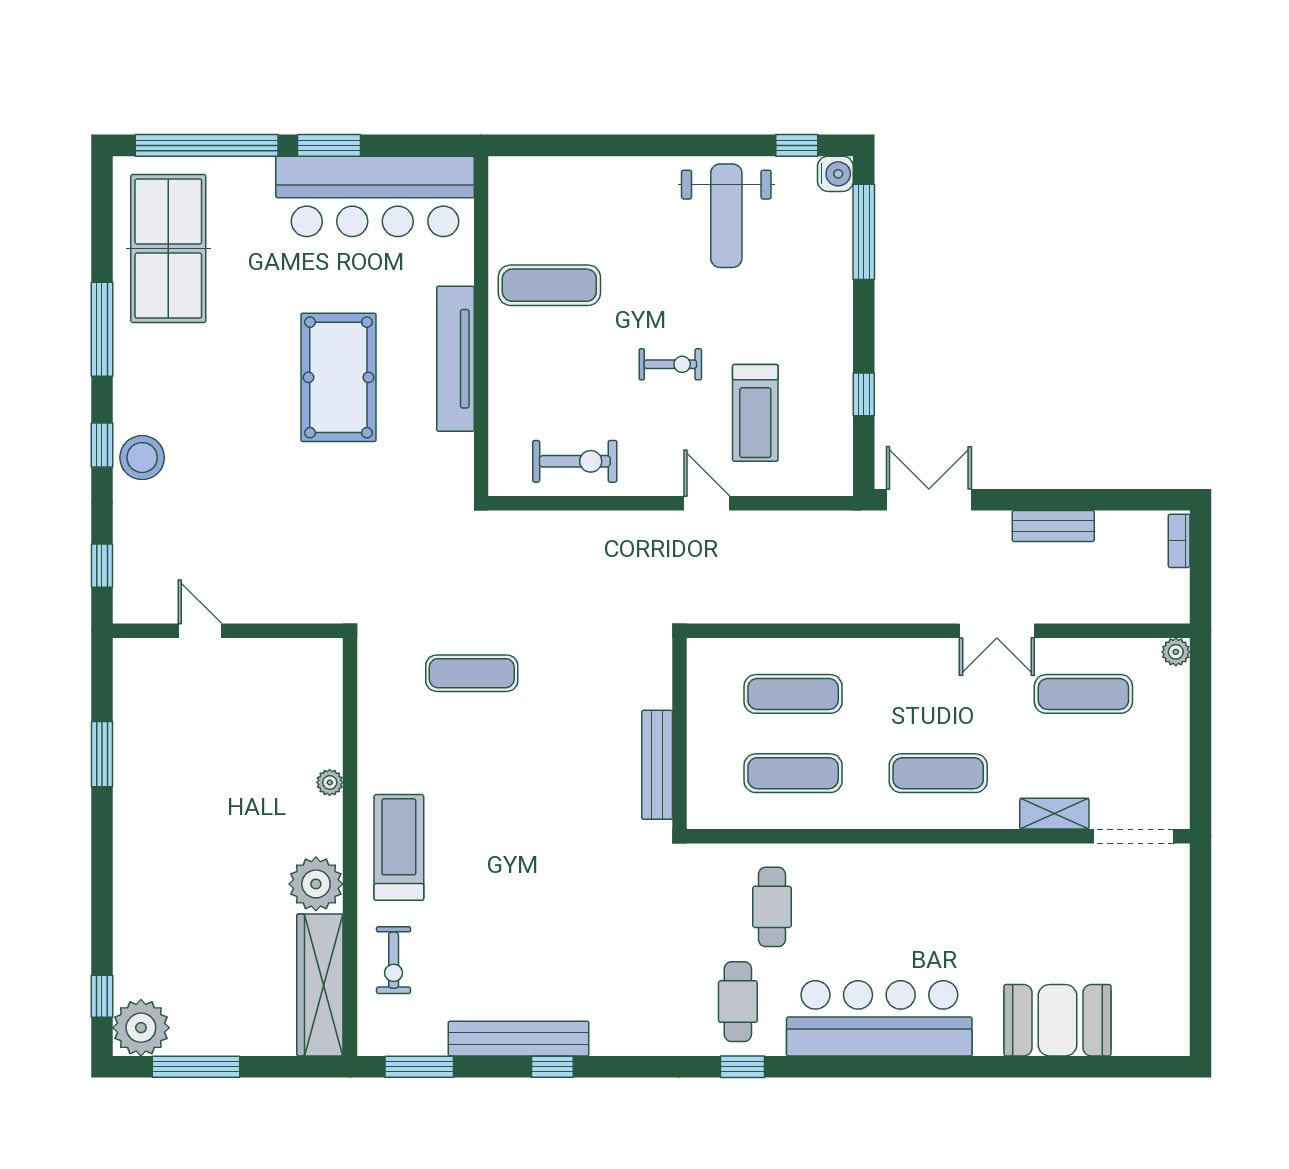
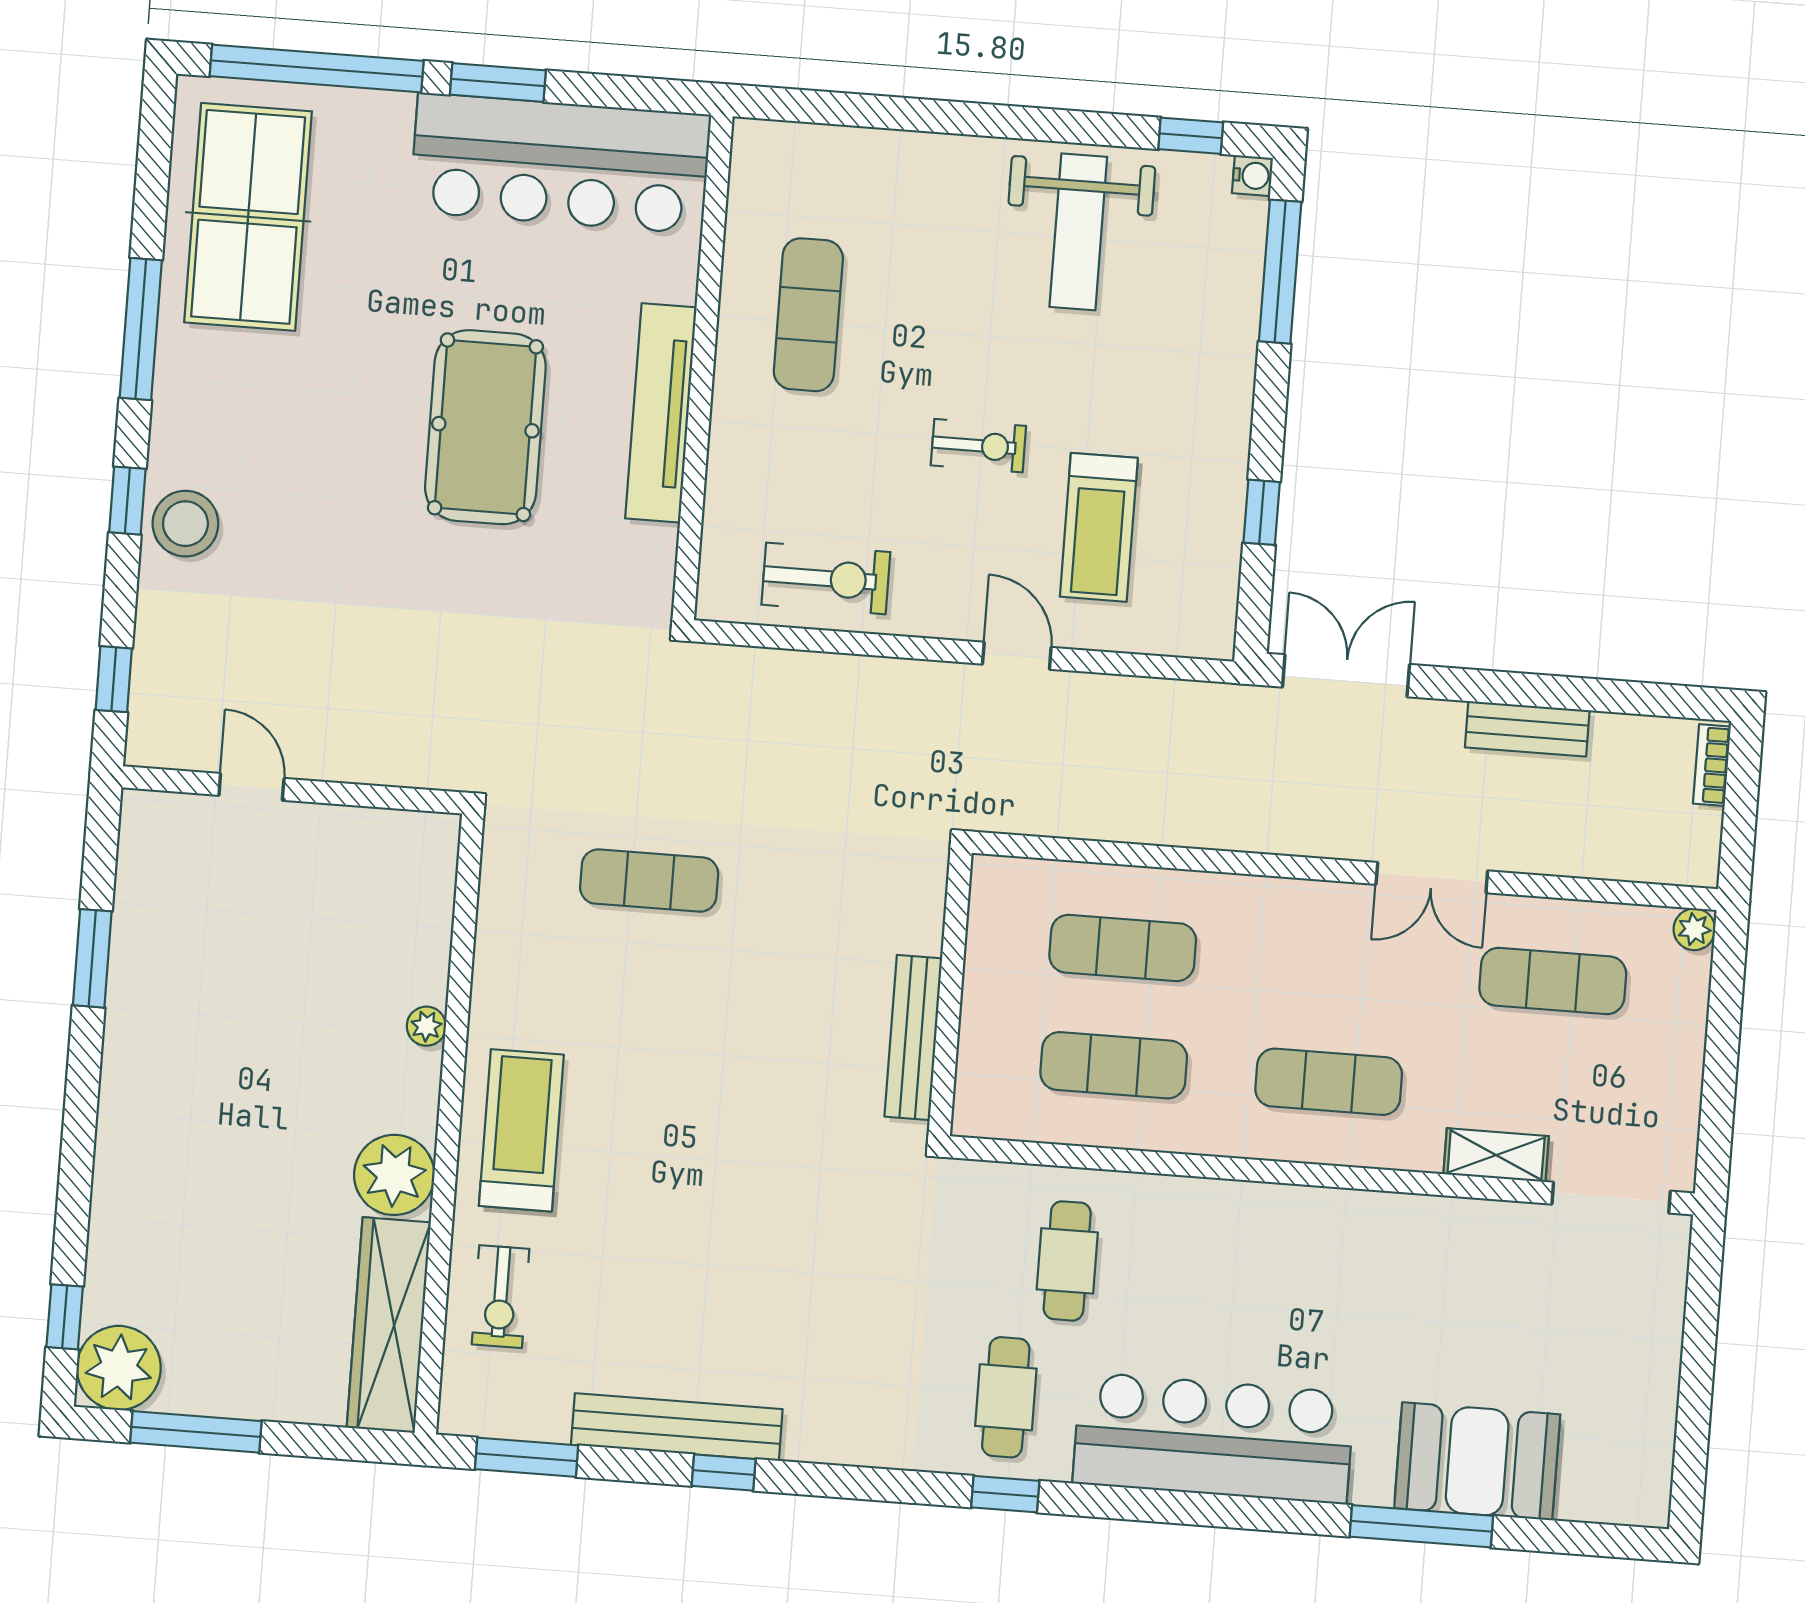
water cooler: (835, 174) -> (1252, 176), width x0.72, depth x0.72
exercise mat: (549, 285) -> (808, 315), turned 90
window: (1023, 1067) -> (1421, 1526), added

